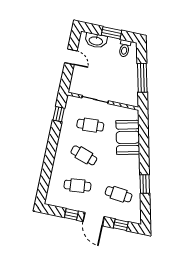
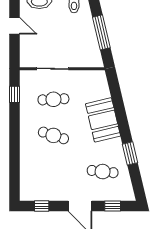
booth: (128, 137) -> (103, 120), moved
cafe table: (77, 186) -> (53, 172), removed
window: (71, 214) -> (42, 206), moved

